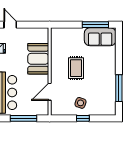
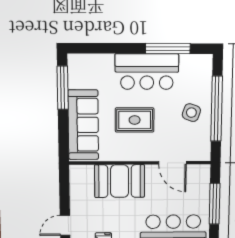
sofa: (100, 37) -> (83, 125), moved, width x1.36
bar counter: (105, 76) -> (147, 72), added
window: (83, 118) -> (217, 109), width x3.17

